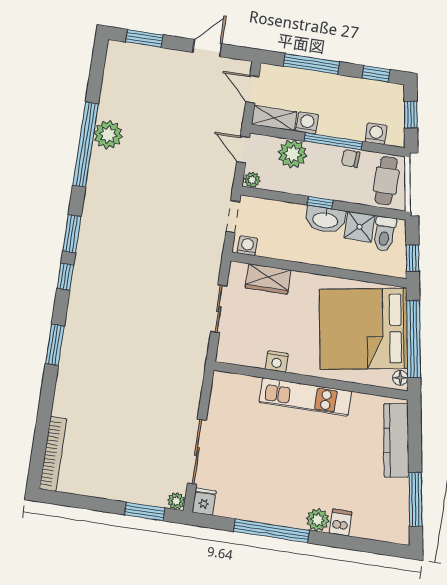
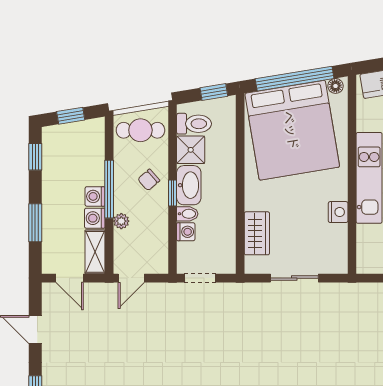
window: (311, 64) -> (35, 223), width x0.69
door: (252, 89) -> (70, 278), hinge flipped
washing machine: (376, 134) -> (95, 196), moved
plant: (292, 154) -> (121, 221), width x0.53, depth x0.53
chair: (351, 158) -> (149, 180), moved, turned 47
plant: (252, 180) -> (160, 264), removed
bidet: (298, 214) -> (187, 214), added
washing machine: (247, 246) -> (186, 232), moved, turned 180

